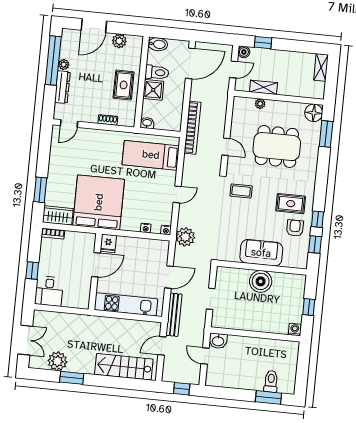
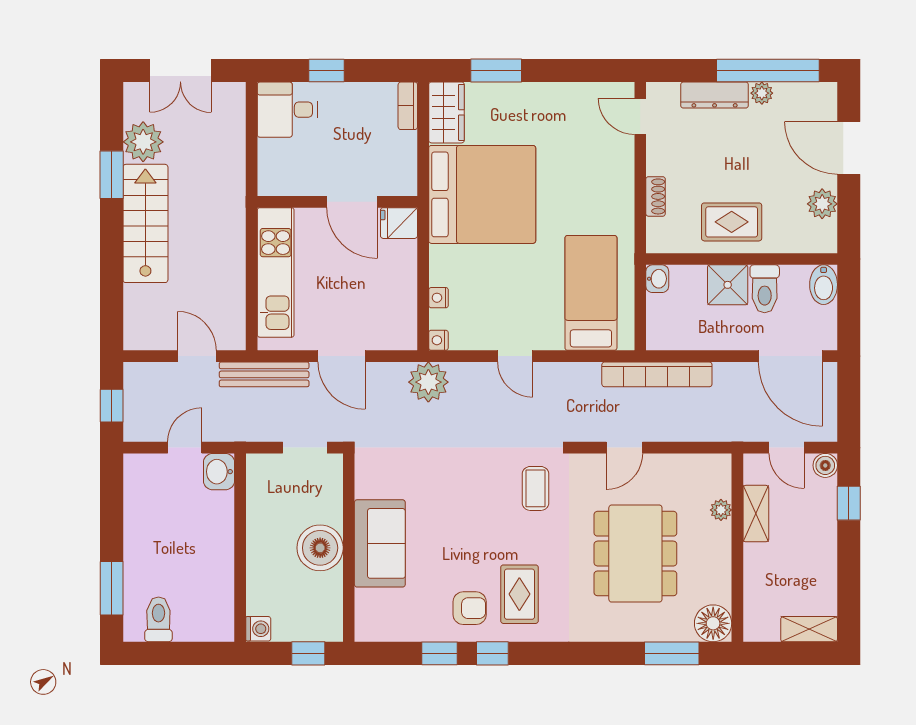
sofa: (261, 253) -> (380, 543), moved
wall: (262, 268) -> (349, 548), moved
boiler: (261, 281) -> (320, 548), moved
stairs: (124, 367) -> (145, 223), moved
toilet: (271, 381) -> (158, 619), moved, turned -90

